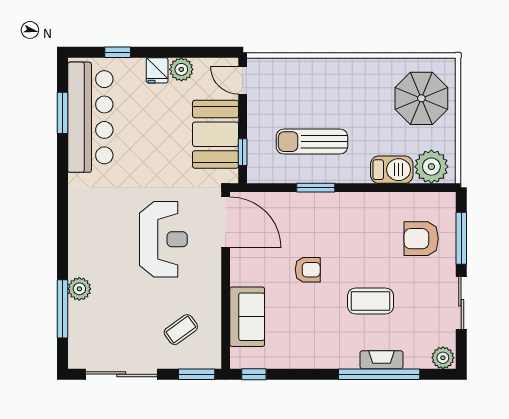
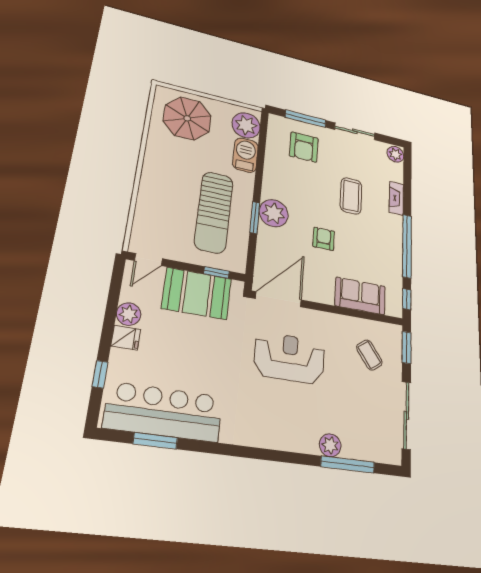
sun lounger: (312, 142) -> (214, 212), width x1.36, depth x1.34
plant: (326, 209) -> (274, 213), added
window: (379, 374) -> (407, 246), moved

